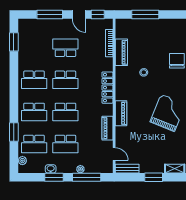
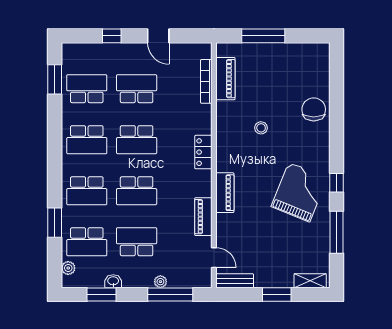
window: (50, 14) -> (112, 36), width x0.46
window: (98, 14) -> (188, 36), removed
school desk: (34, 48) -> (87, 89), added
piano: (121, 52) -> (225, 79), moved
locker: (107, 88) -> (203, 152), width x0.66
school desk: (65, 144) -> (137, 242), turned 180
window: (54, 177) -> (101, 295), moved

